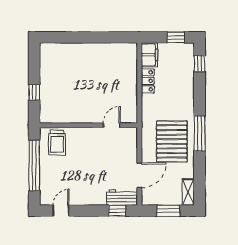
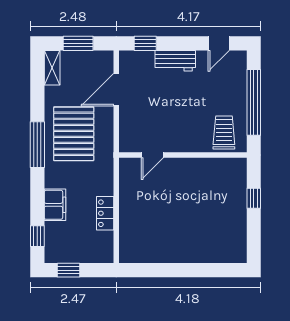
filing cabinet: (149, 55) -> (55, 205), moved, turned 180
workbench: (122, 197) -> (175, 61), moved

